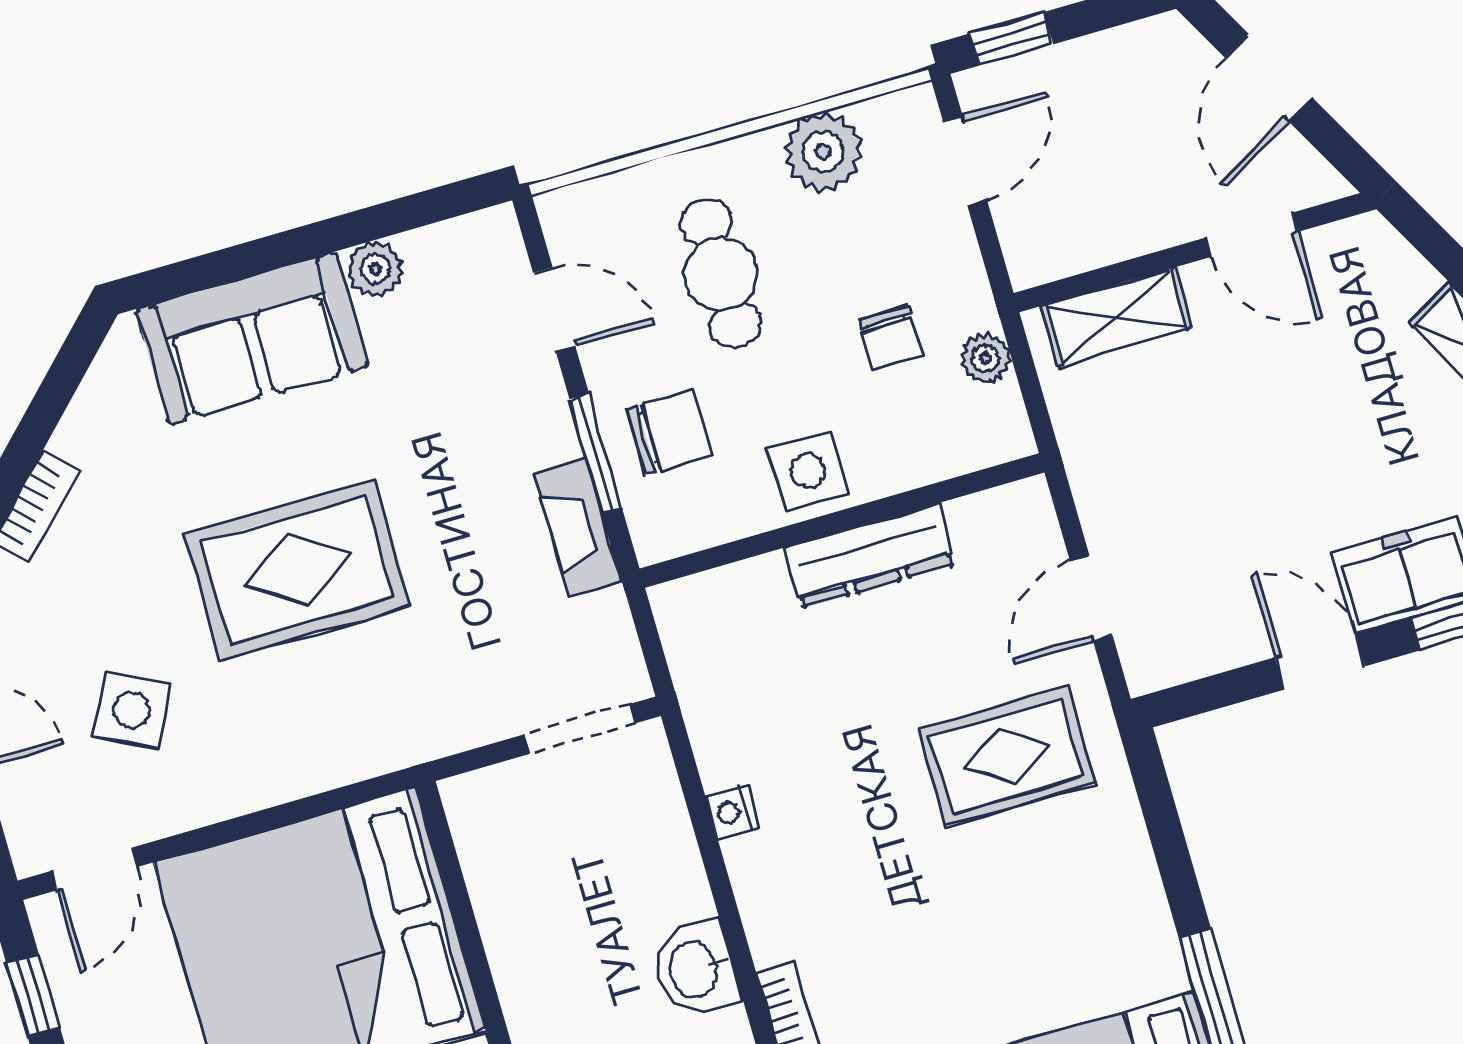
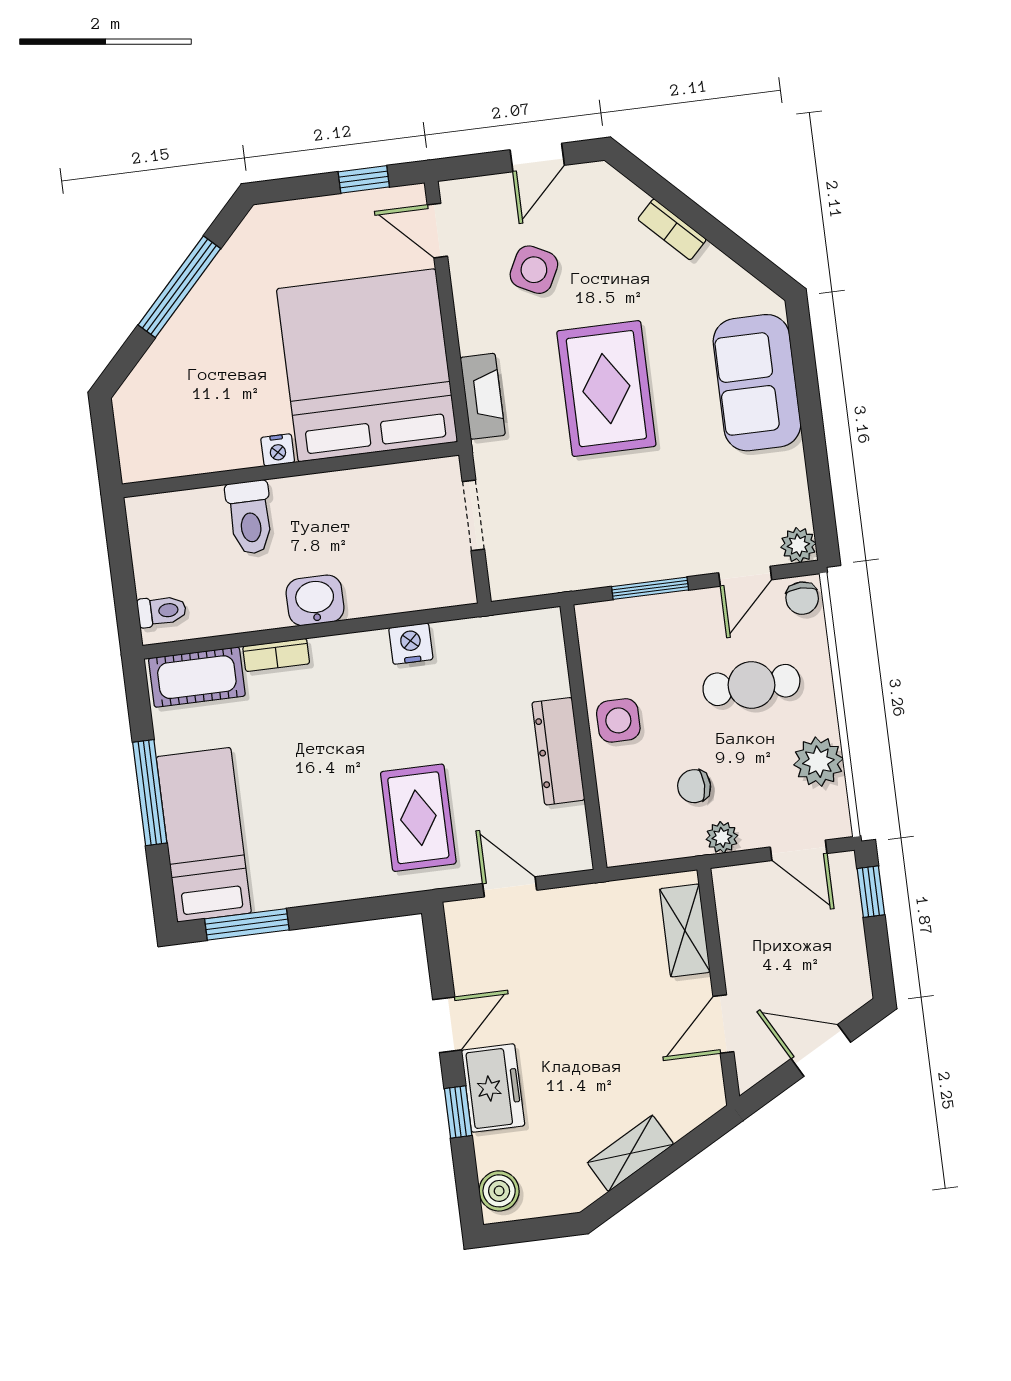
plant: (375, 269) -> (798, 545), moved
plant: (985, 358) -> (722, 837), moved
chair: (669, 432) -> (802, 598), moved, width x0.73, depth x0.73
fireplace: (578, 528) -> (483, 396), moved, turned 90
doorway: (580, 729) -> (473, 515), moved
nightstand: (732, 812) -> (411, 644), width x1.39, depth x1.35

